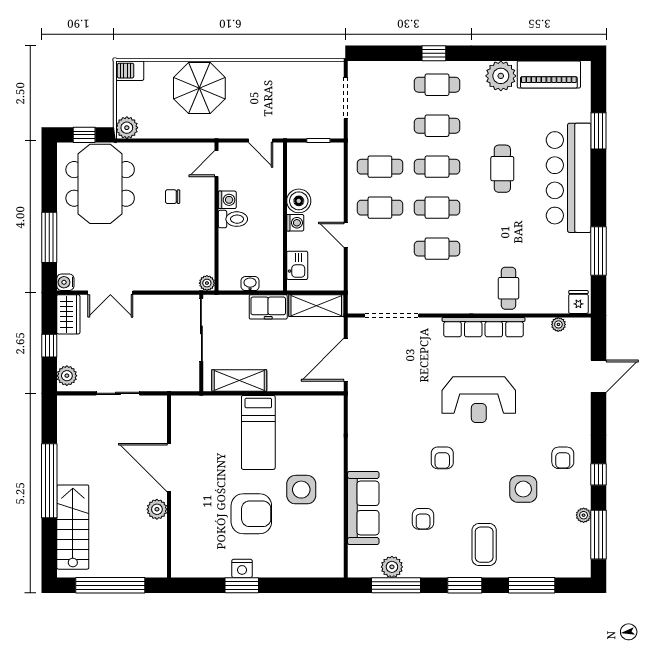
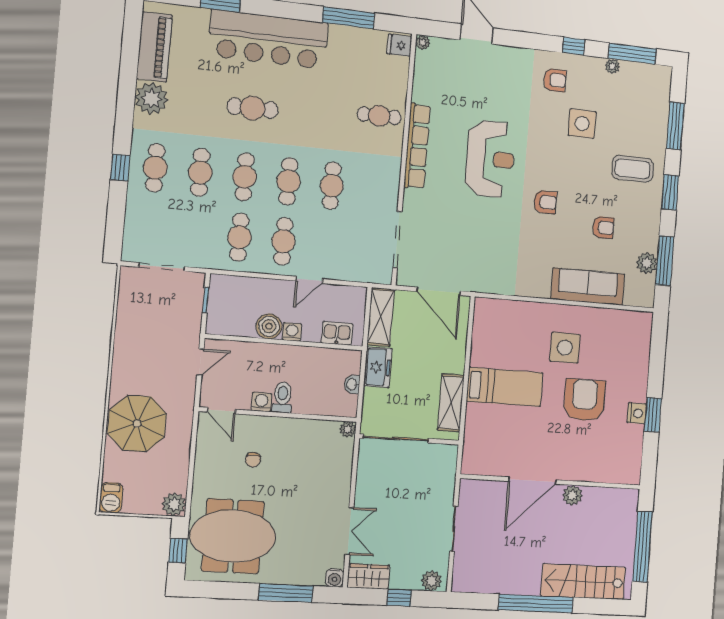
plant: (558, 324) -> (423, 42), moved

